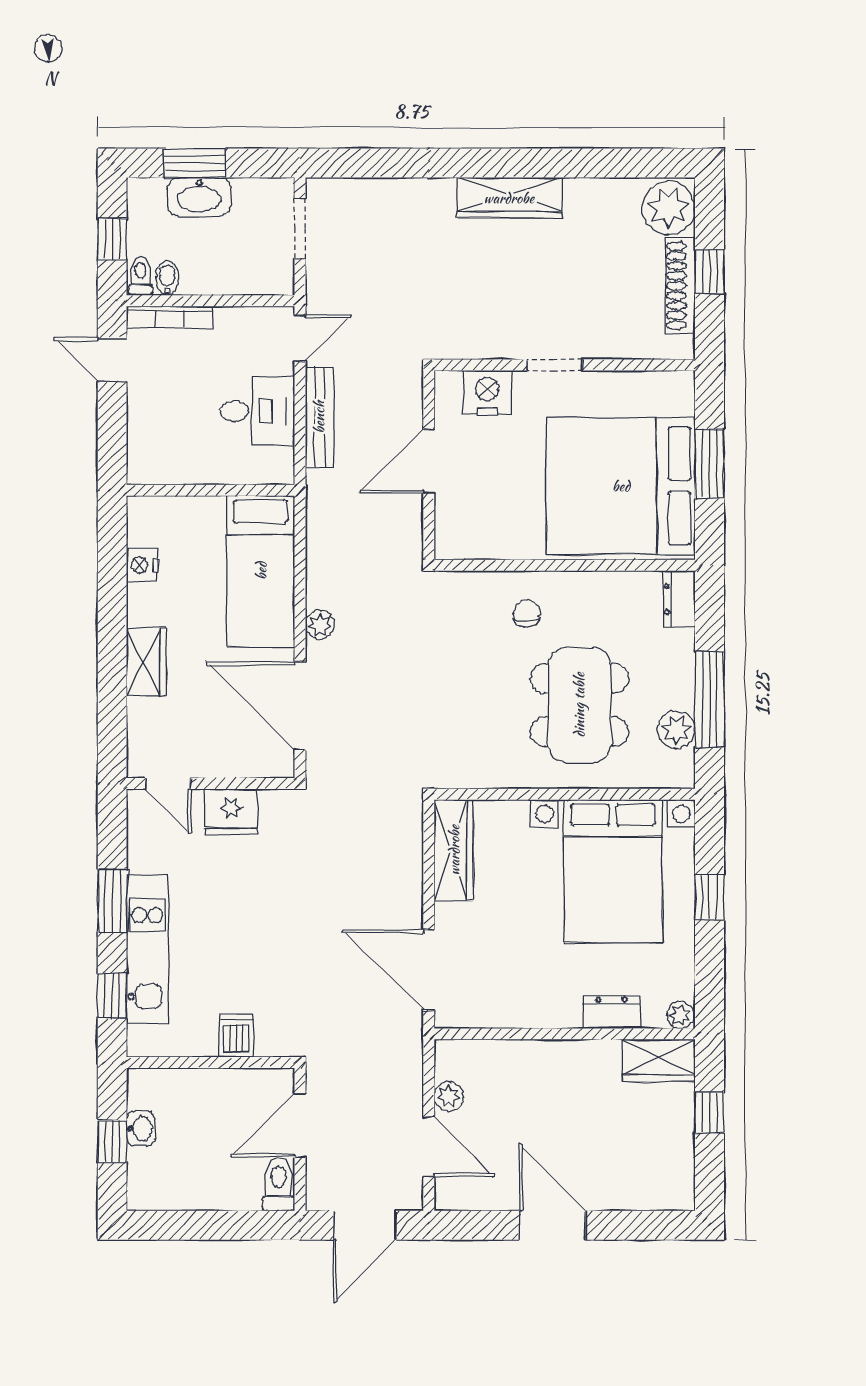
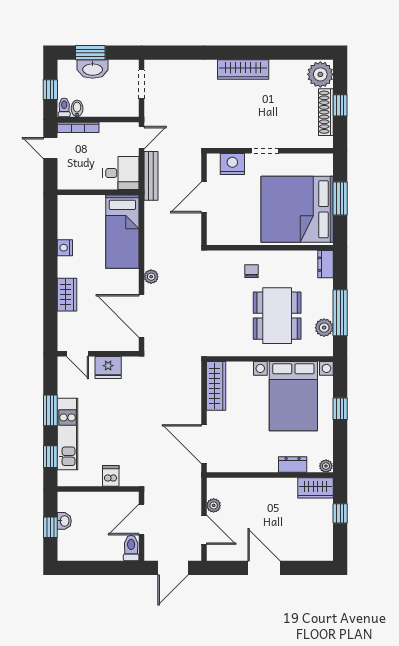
wall: (211, 490) -> (98, 192), moved
bed: (261, 571) -> (122, 232), moved

